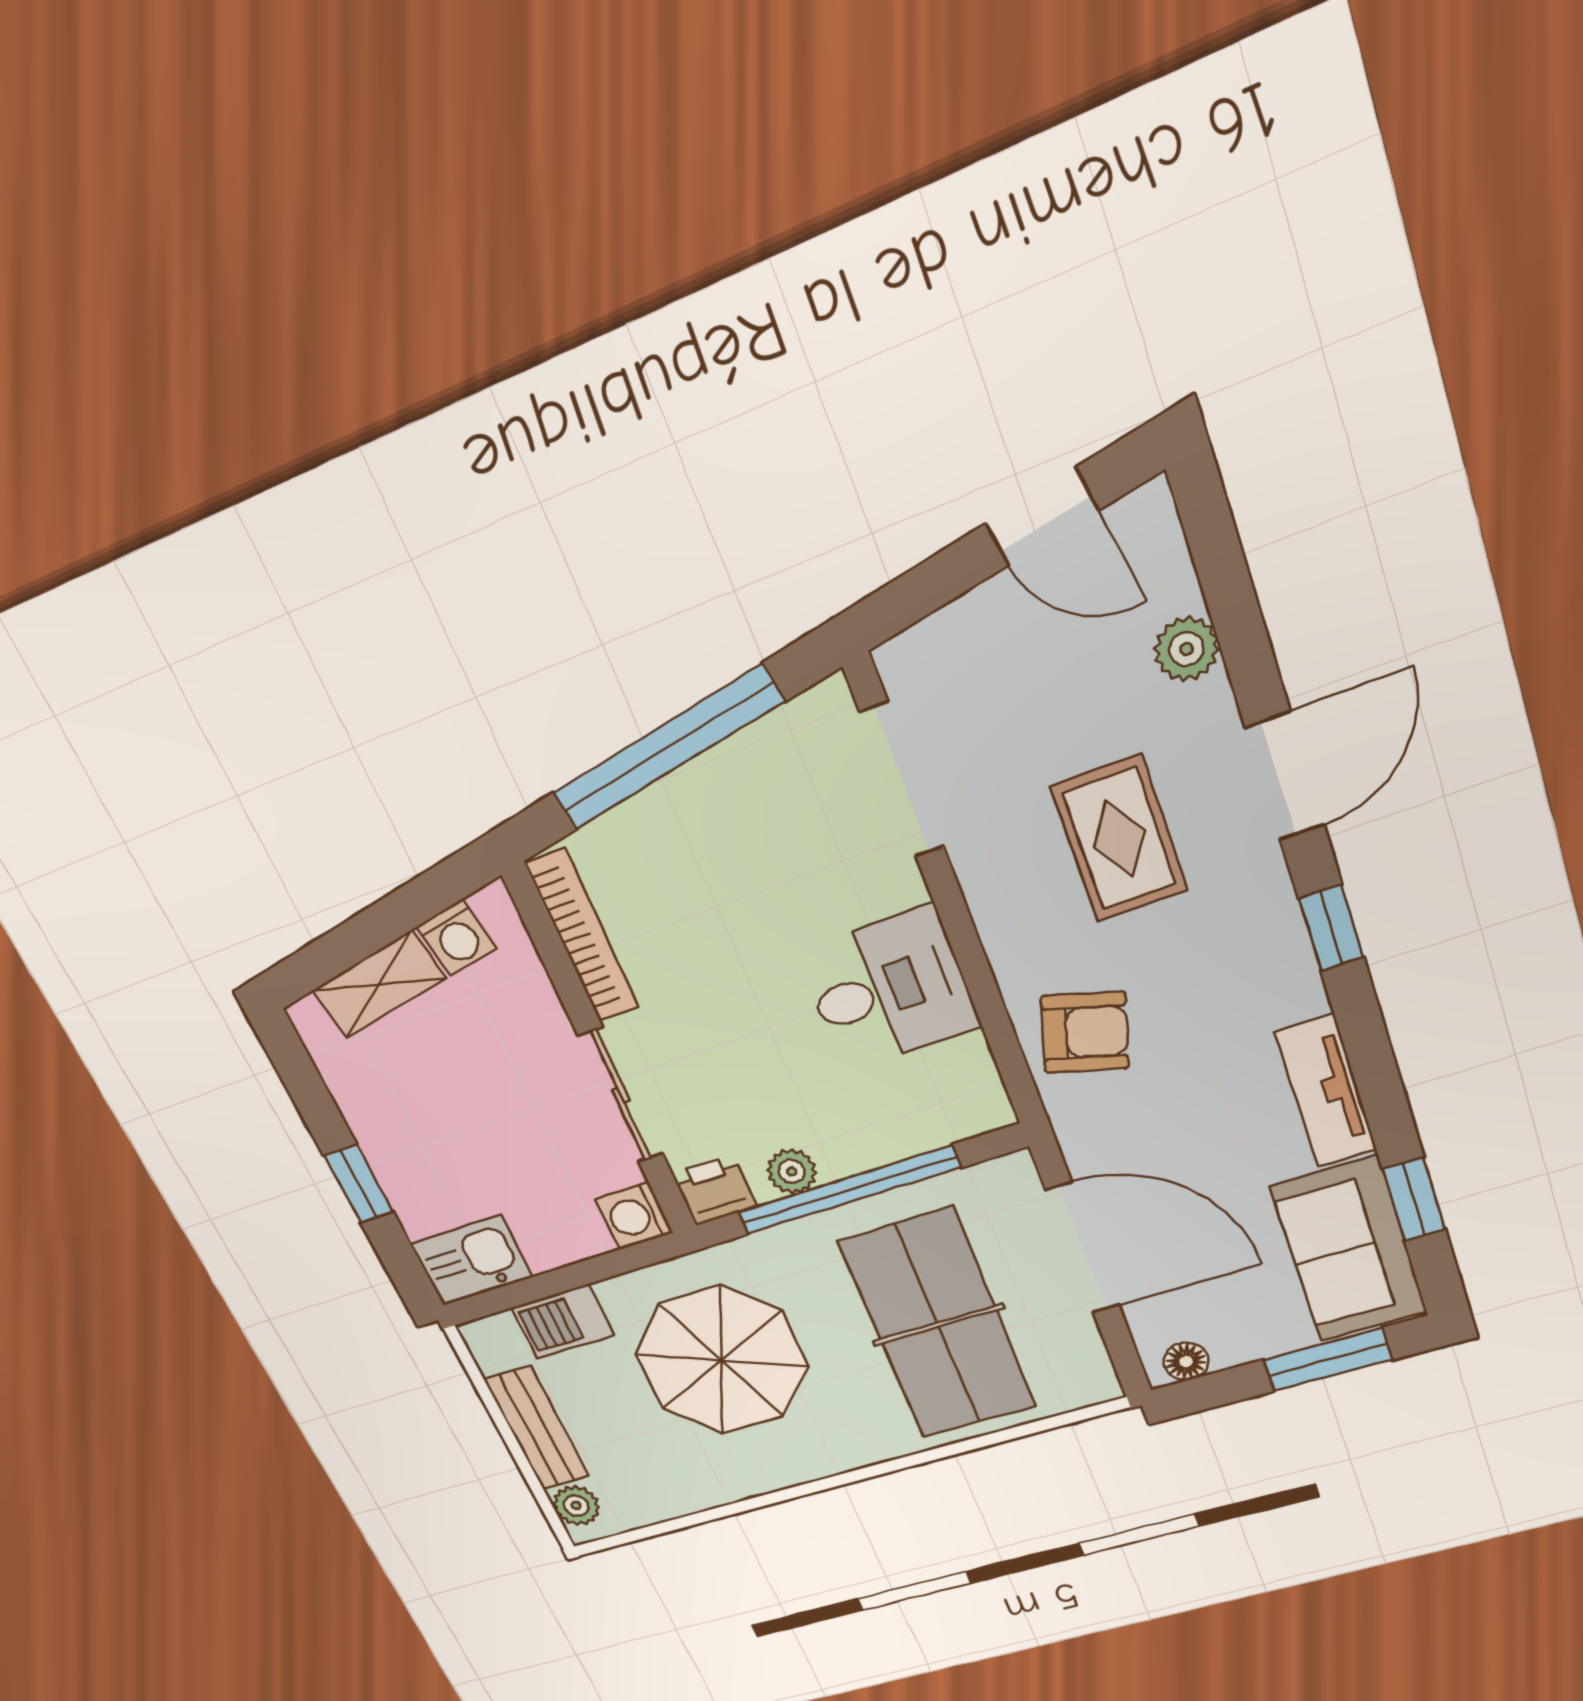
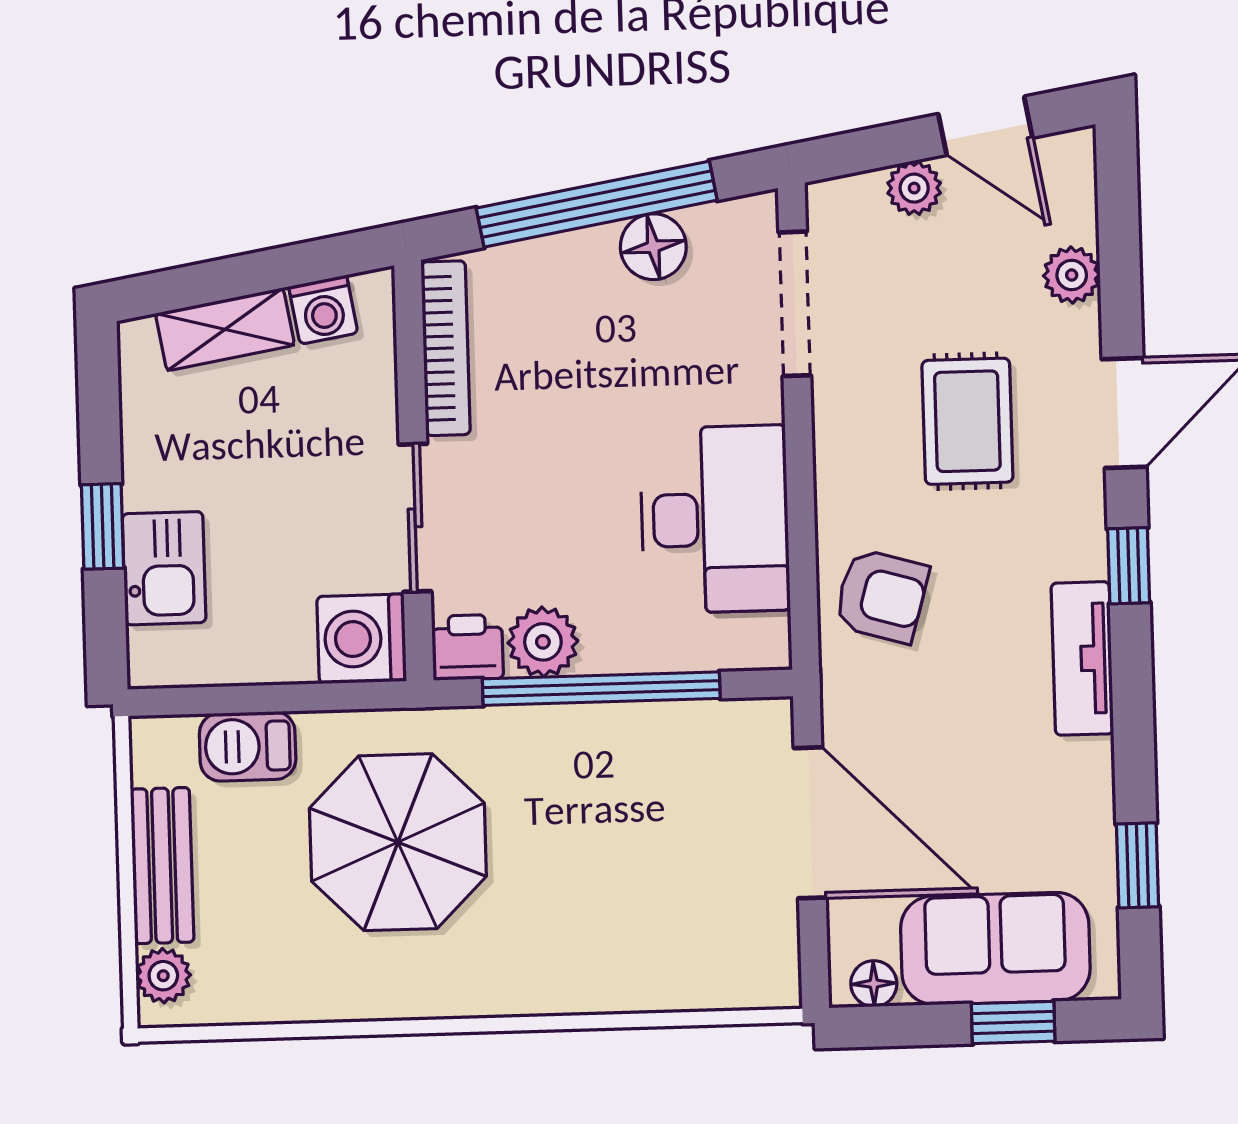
plant: (986, 615) -> (914, 188), added
floor lamp: (739, 771) -> (653, 247), added
desk: (889, 989) -> (715, 519), width x1.37
tv unit: (1326, 1091) -> (1082, 658), moved
plant: (792, 1171) -> (543, 642), width x1.38, depth x1.38
washing machine: (634, 1216) -> (362, 639), width x1.38, depth x1.38
sofa: (1349, 1250) -> (995, 949), moved, turned 90
kitchen sink: (472, 1260) -> (164, 568), moved, turned 90
table tennis table: (938, 1325) -> (638, 867), removed
window: (1328, 1360) -> (1013, 1022), width x0.67

